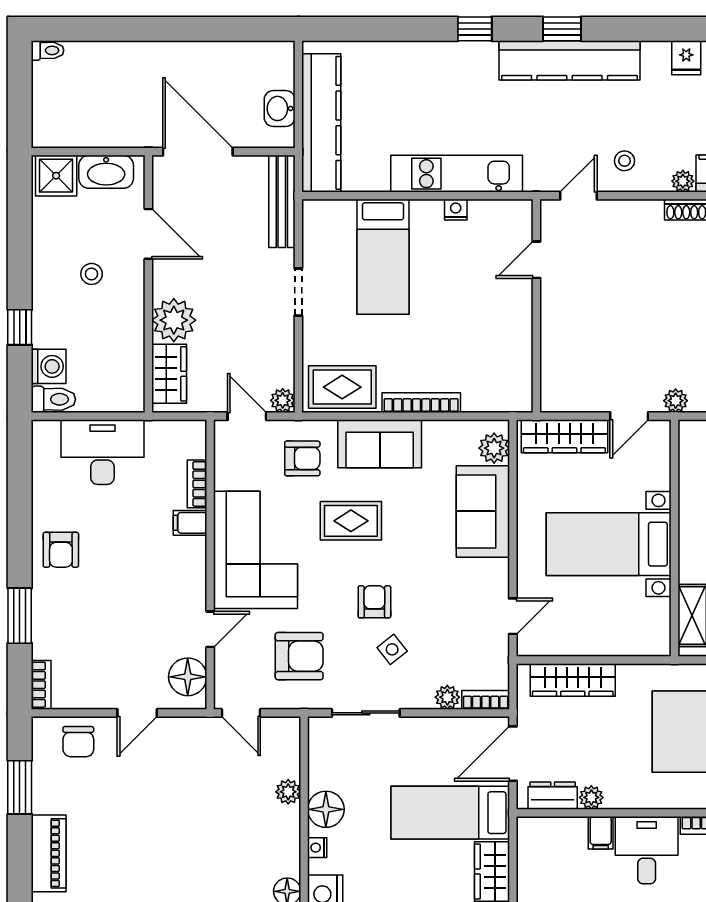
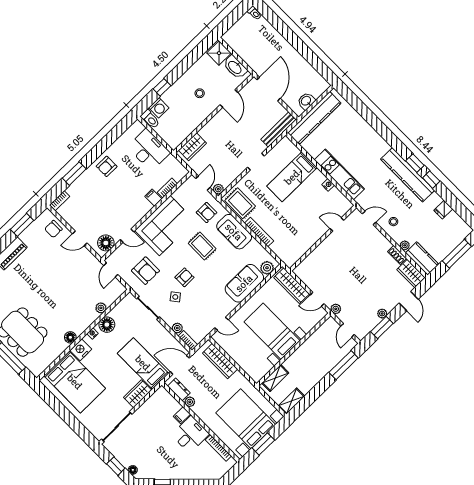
window: (475, 29) -> (431, 180), moved
plant: (174, 320) -> (210, 132), removed

